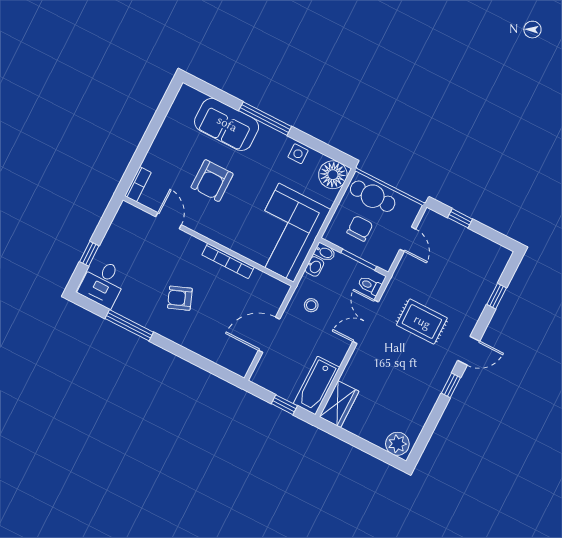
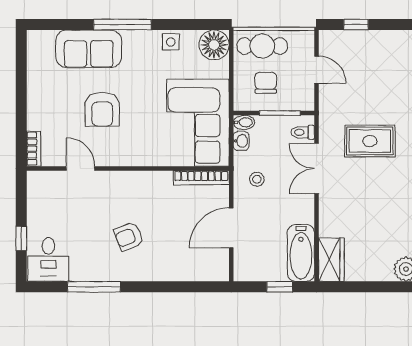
bookcase: (228, 261) -> (201, 178), moved

